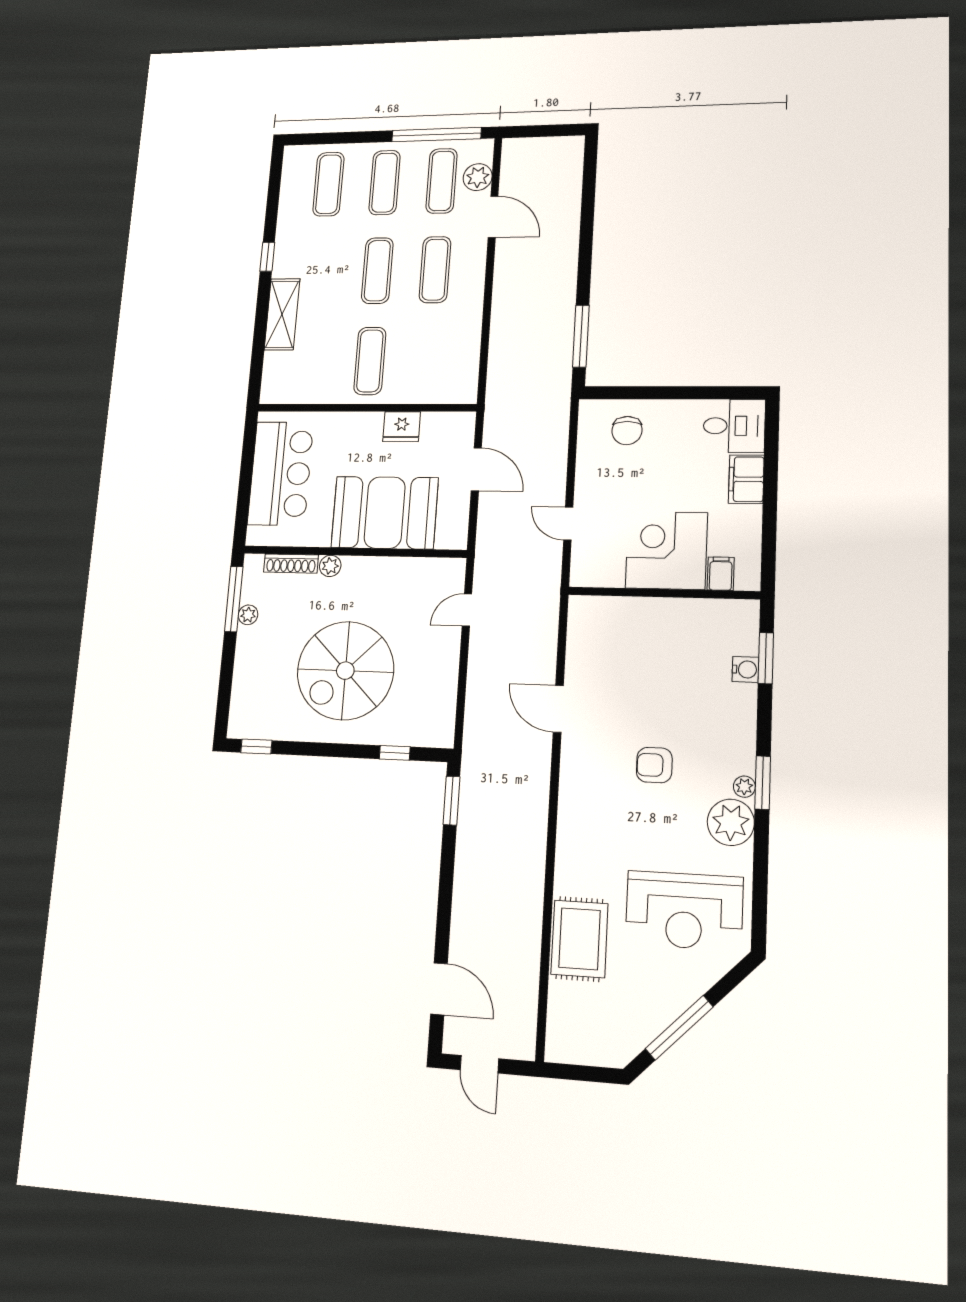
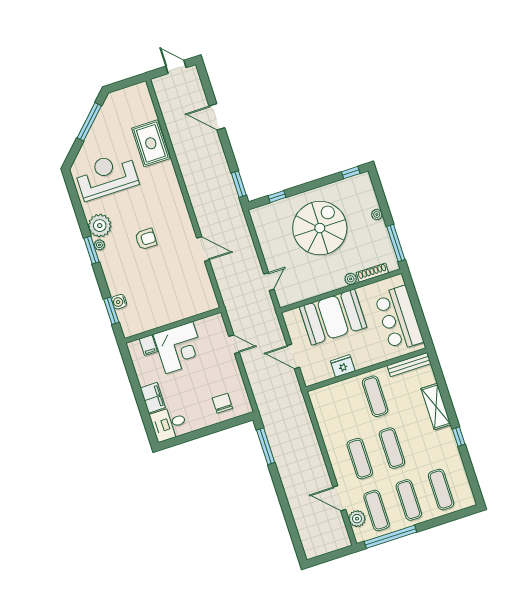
bench: (296, 394) -> (409, 365), added
plant: (248, 615) -> (377, 215), moved
door: (439, 989) -> (217, 117), moved

